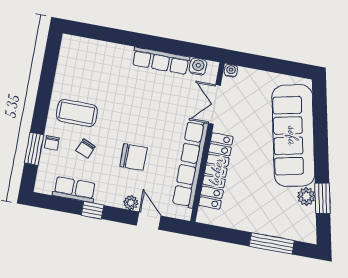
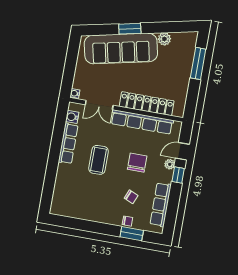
coffee table: (77, 113) -> (99, 160), moved
row of seats: (74, 190) -> (161, 205), width x1.48
window: (323, 198) -> (130, 29), moved
window: (93, 210) -> (178, 175), moved

